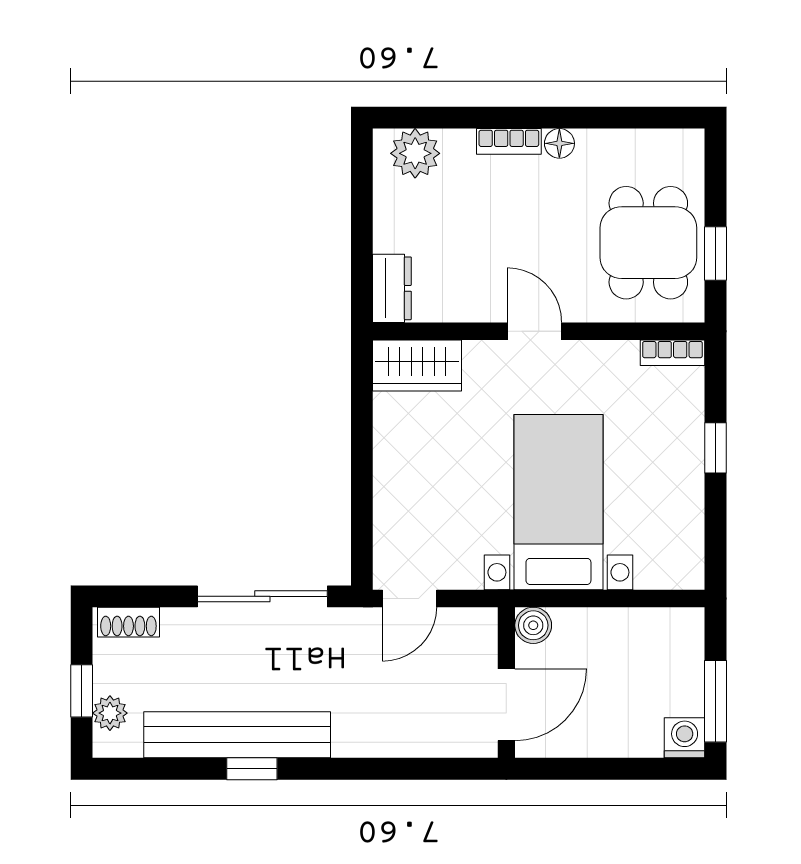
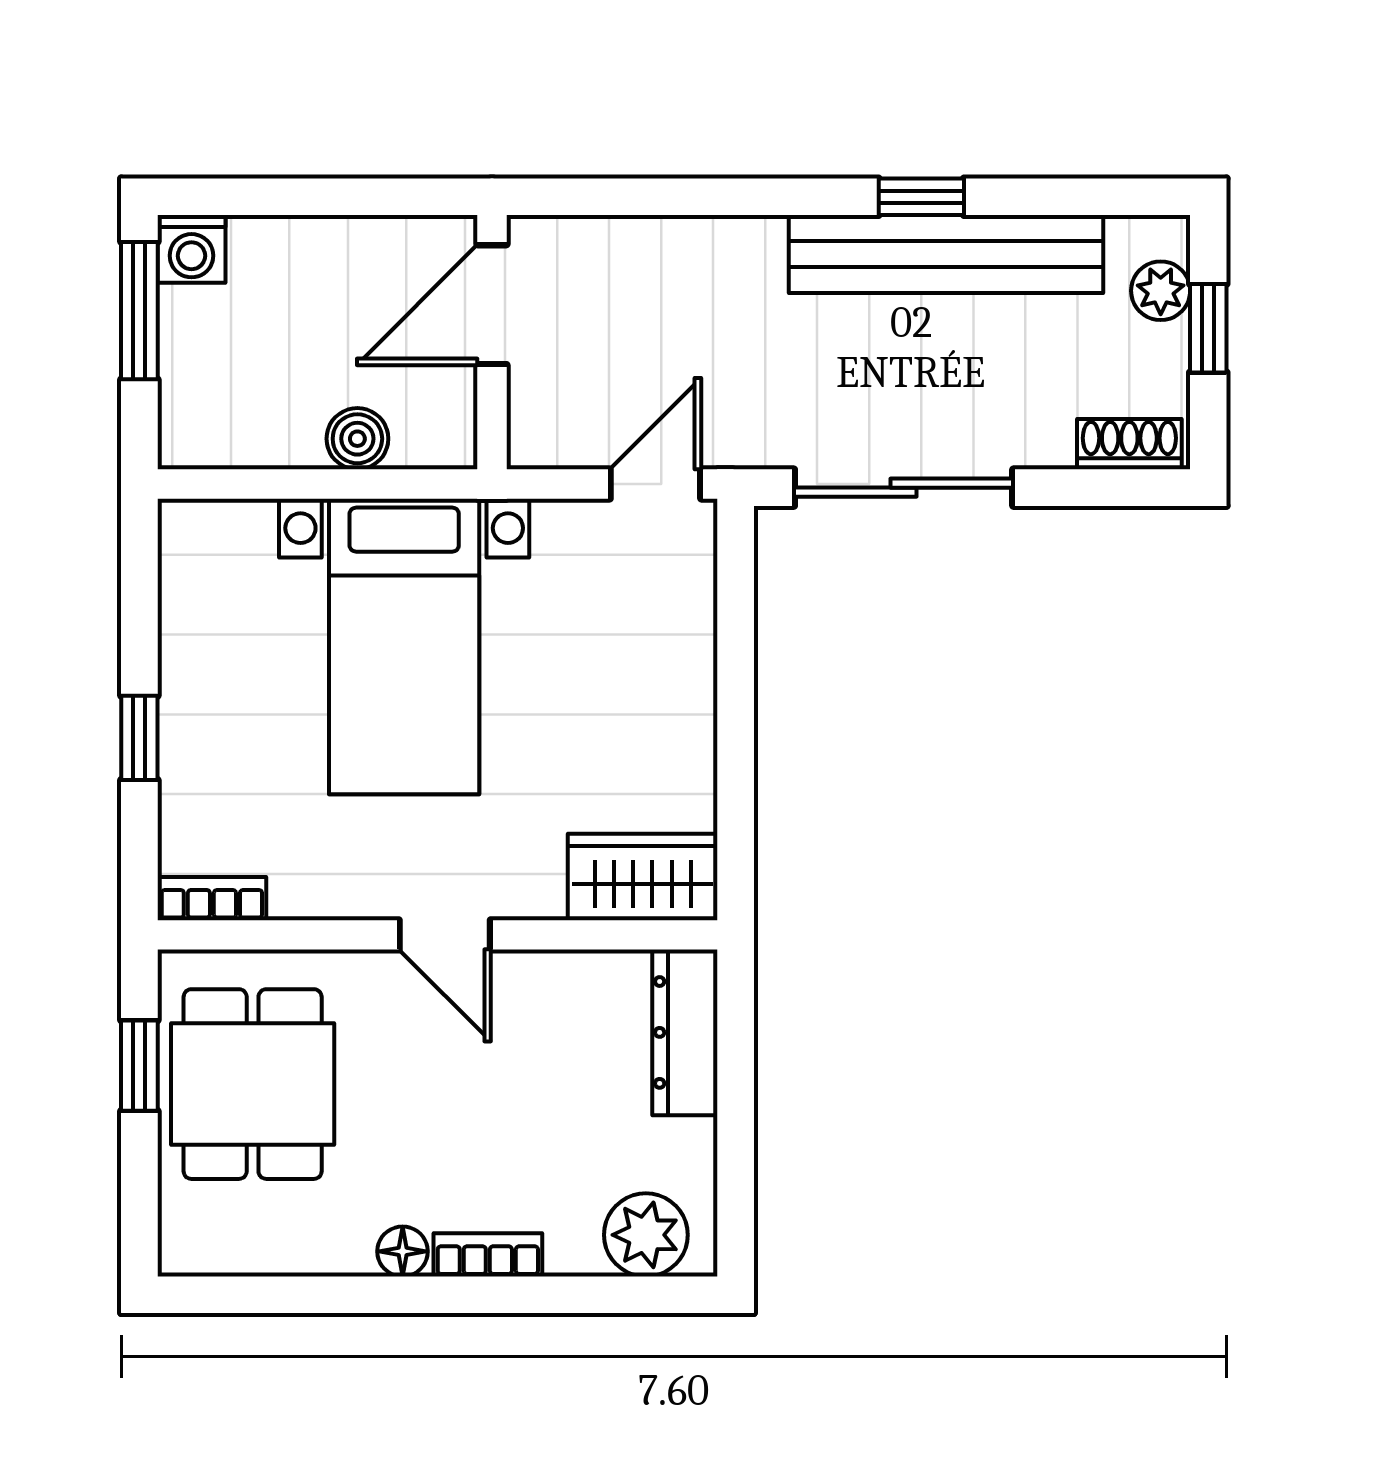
dresser: (392, 288) -> (685, 1032), width x1.44
boiler: (533, 625) -> (357, 439), moved

